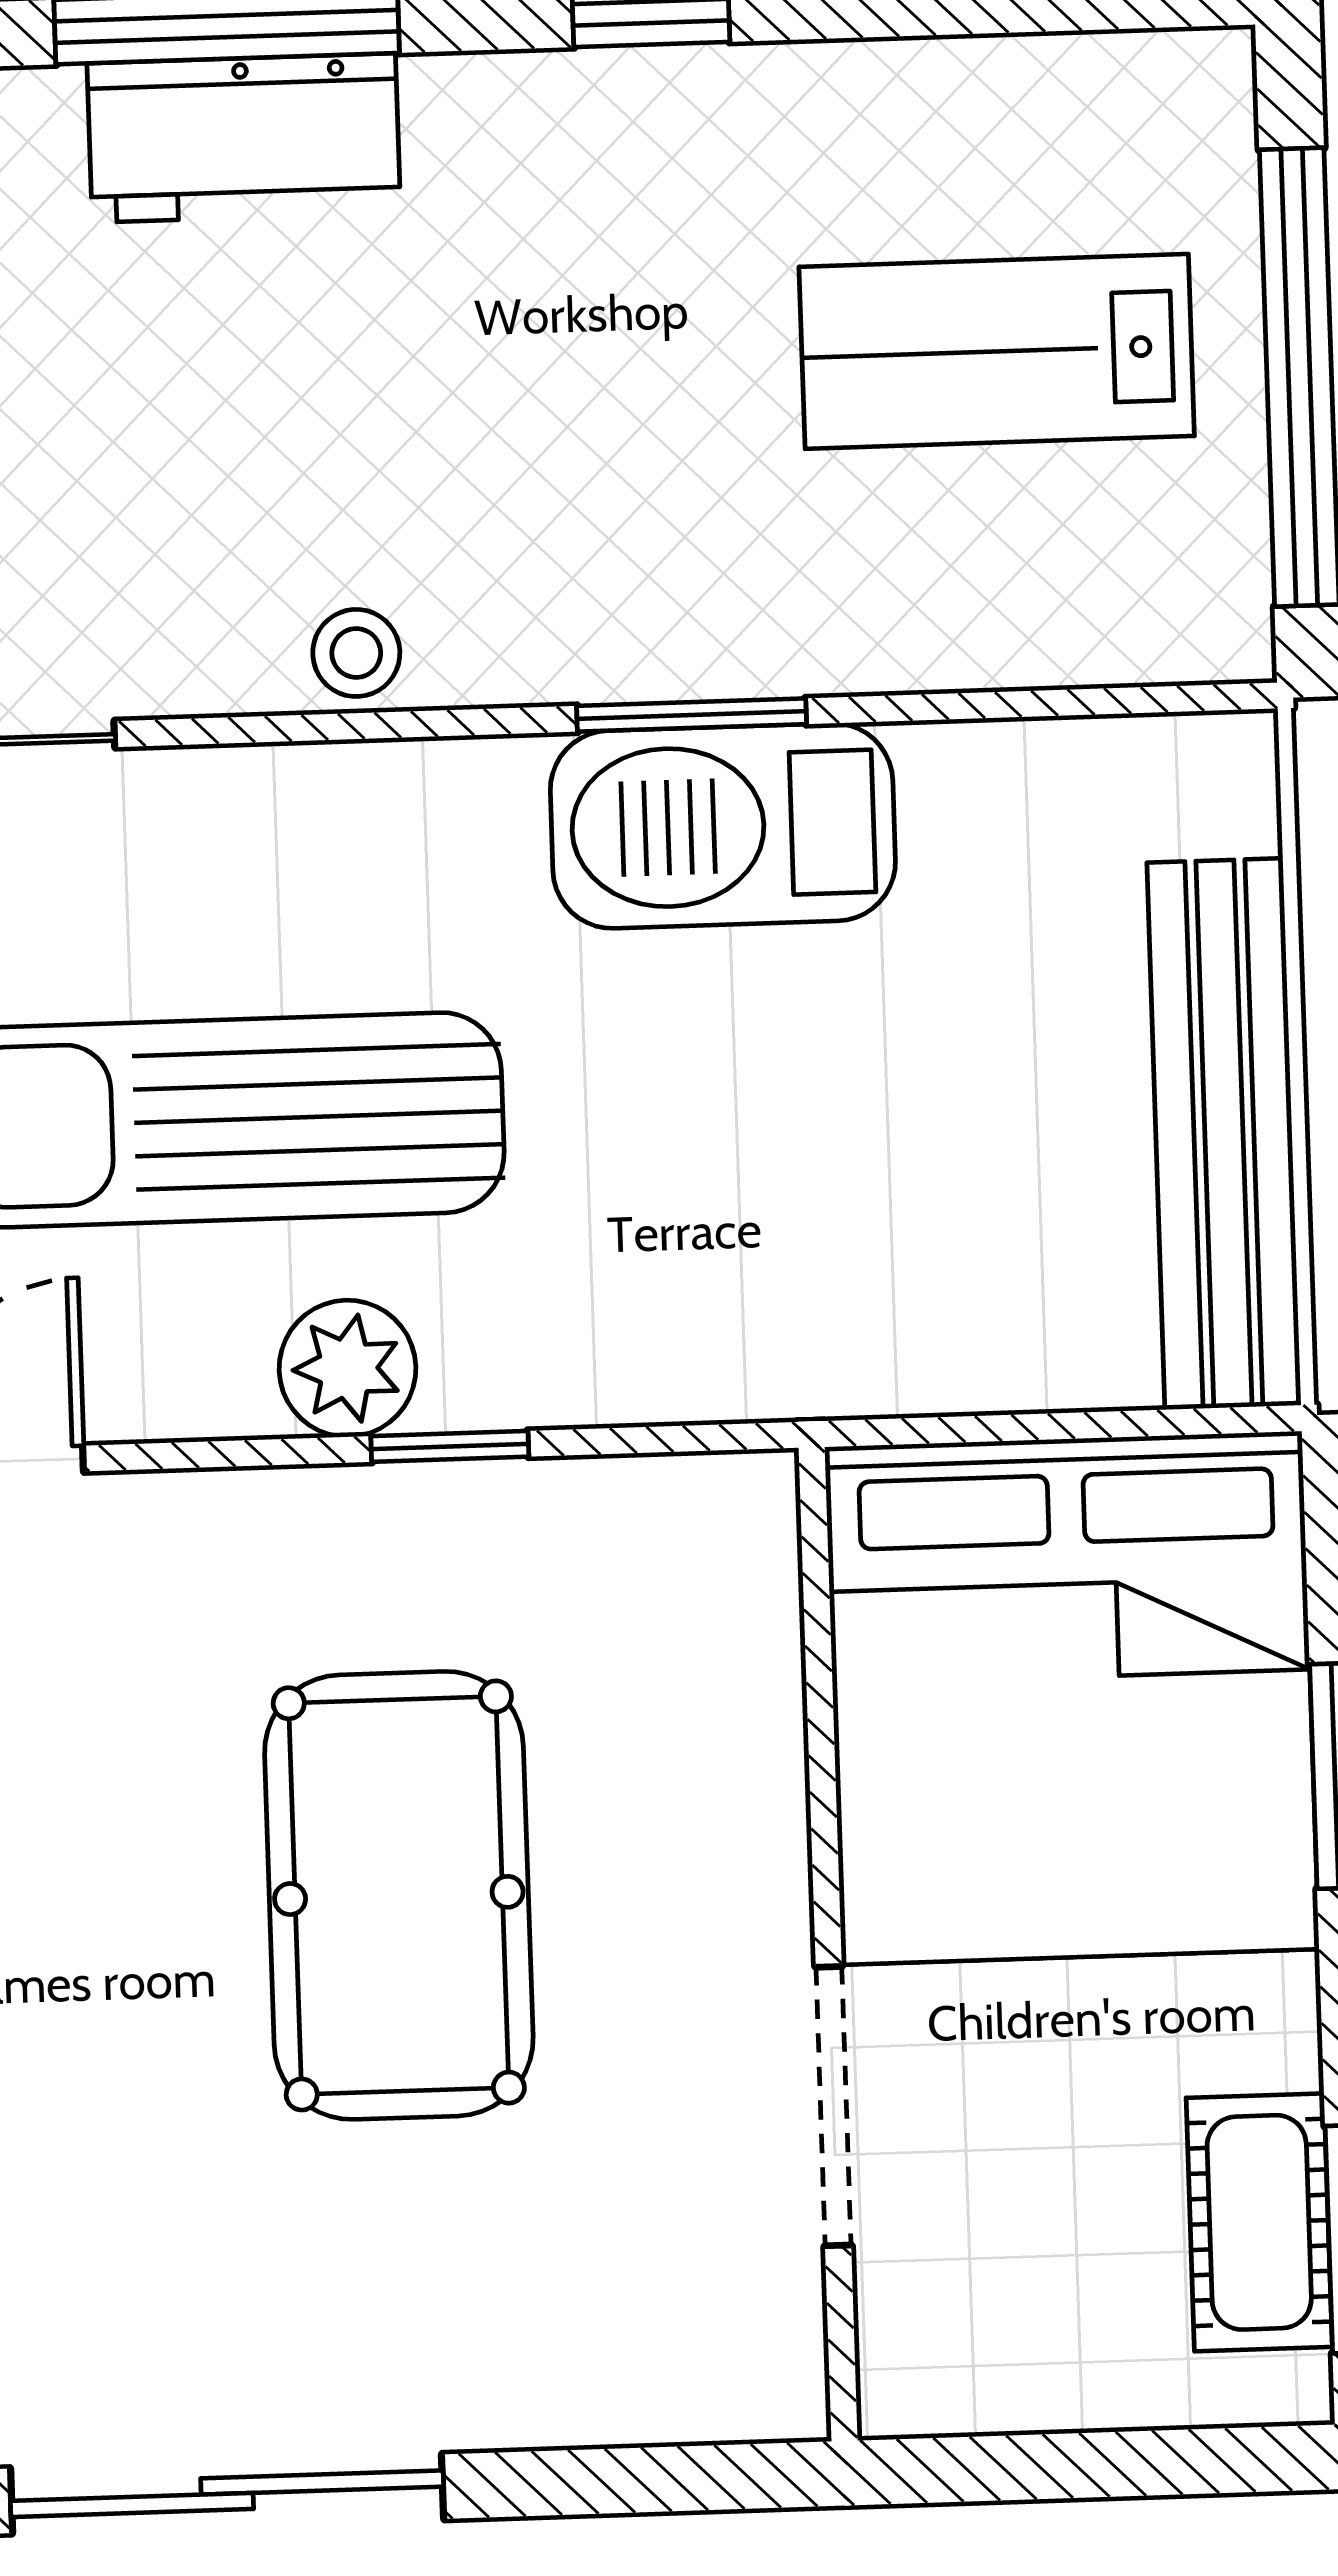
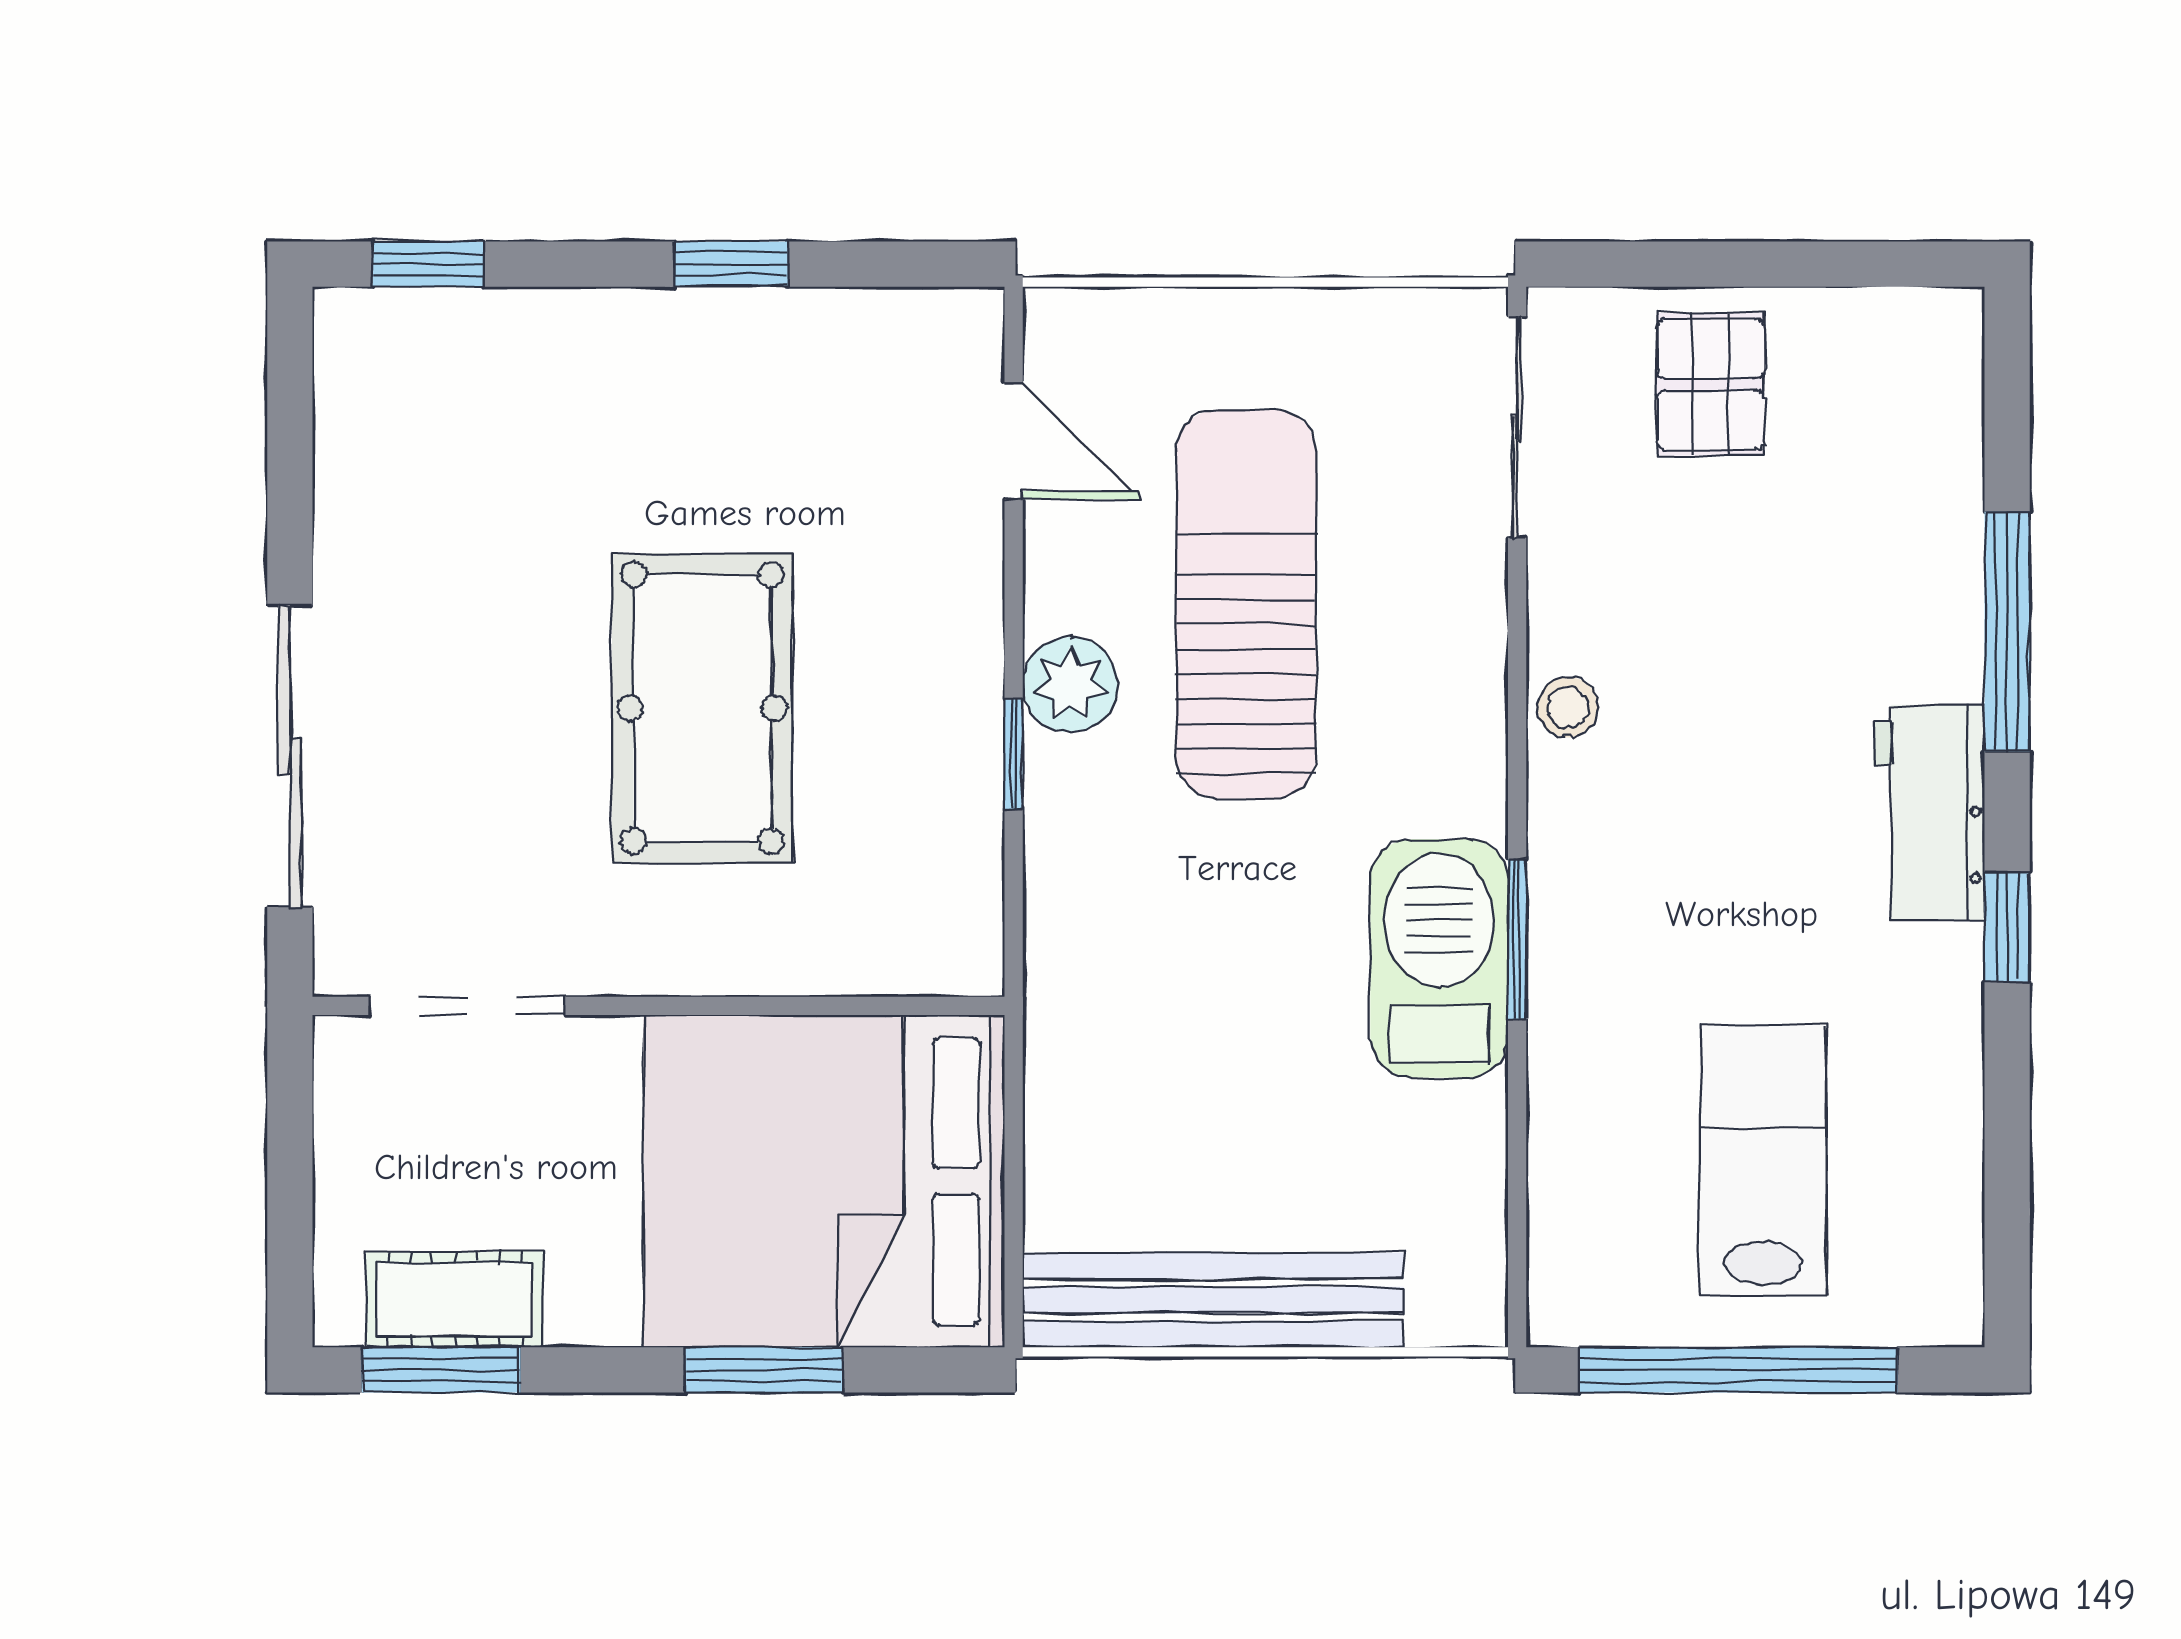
workbench: (244, 138) -> (1929, 812), moved
pool table: (399, 1895) -> (702, 708), turned 90
doorway: (833, 2106) -> (467, 1006), moved
sliding door: (227, 2494) -> (290, 756), moved

